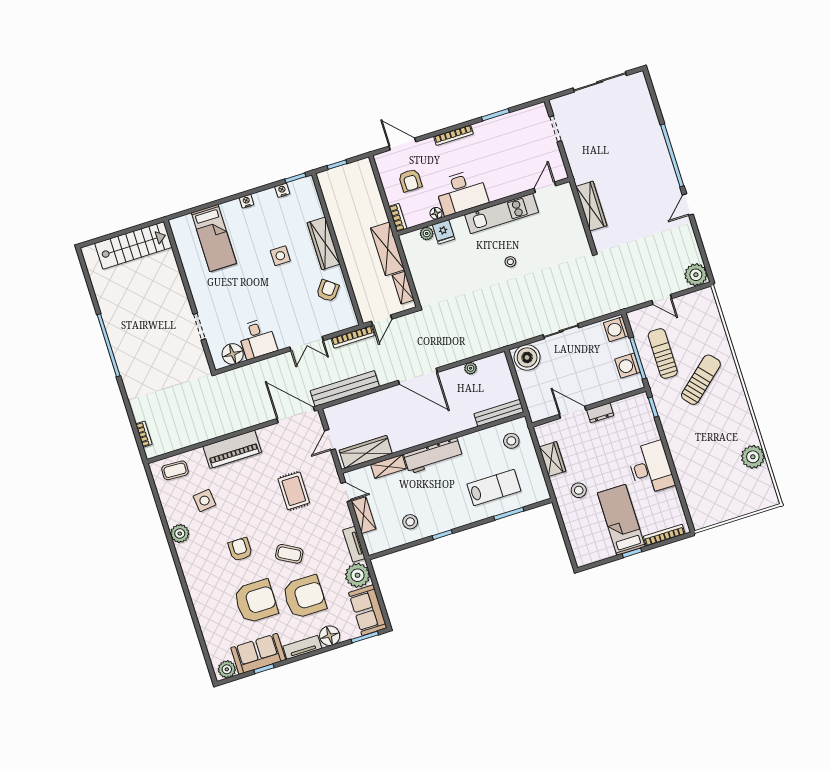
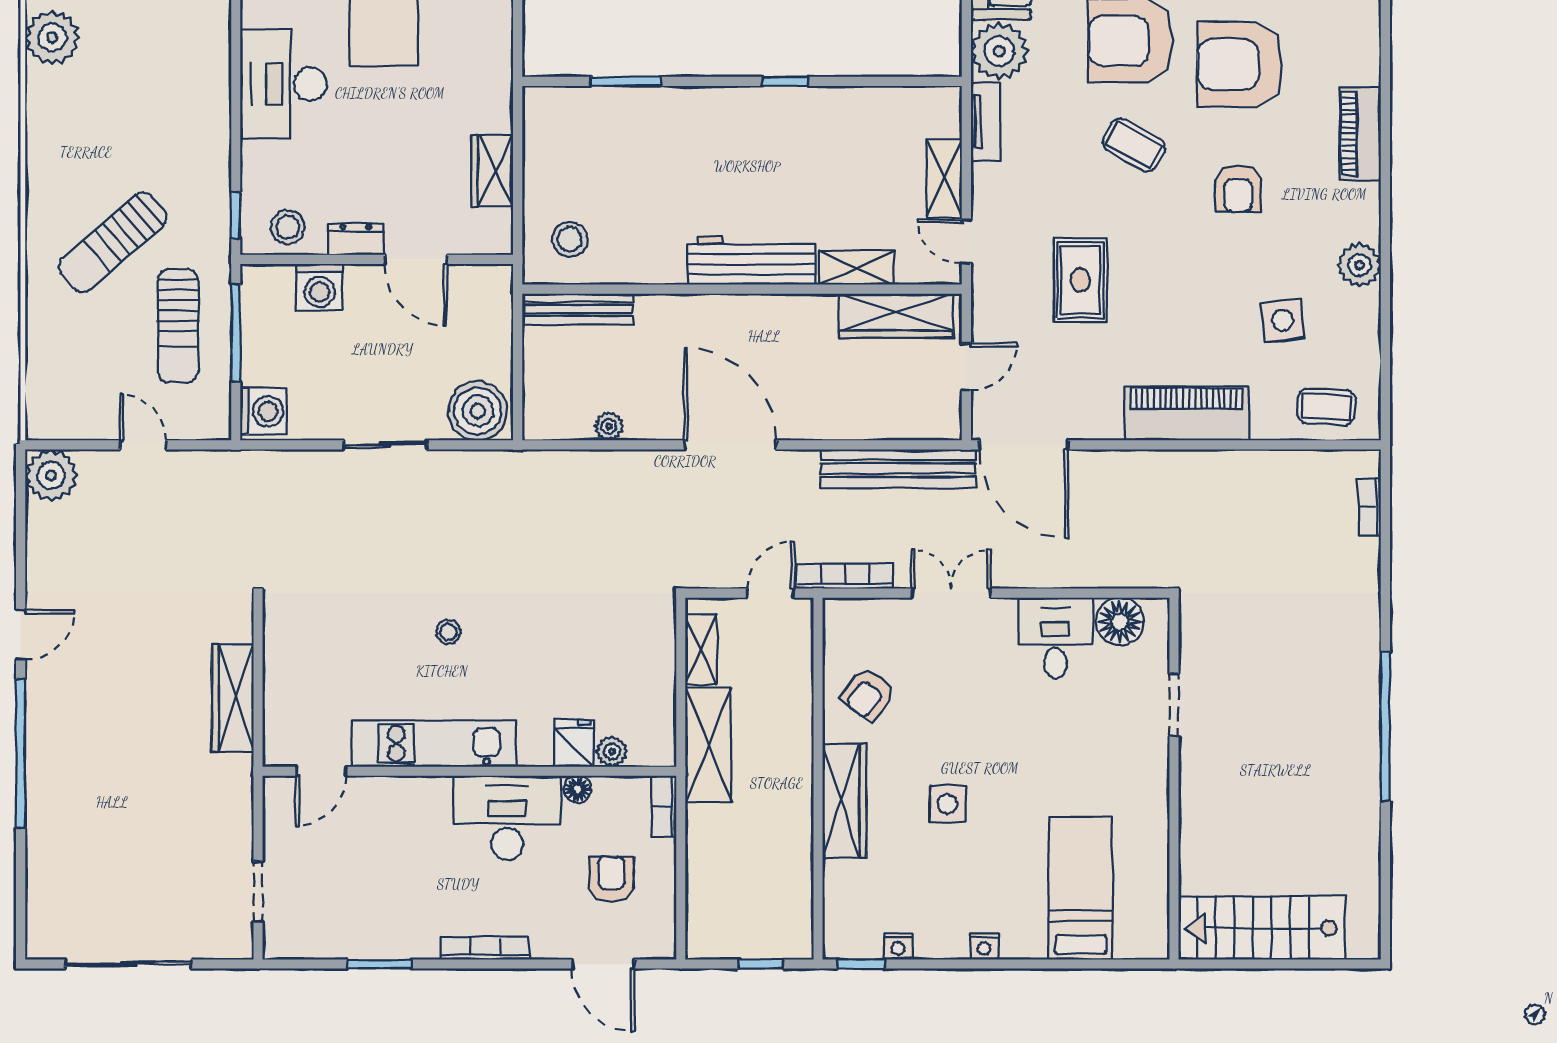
washing machine: (627, 366) -> (320, 287), moved, turned 90
lab bench: (494, 488) -> (640, 149), removed
stool: (579, 490) -> (288, 227), moved
stool: (410, 522) -> (847, 132), removed
piano: (197, 588) -> (1360, 133), added

